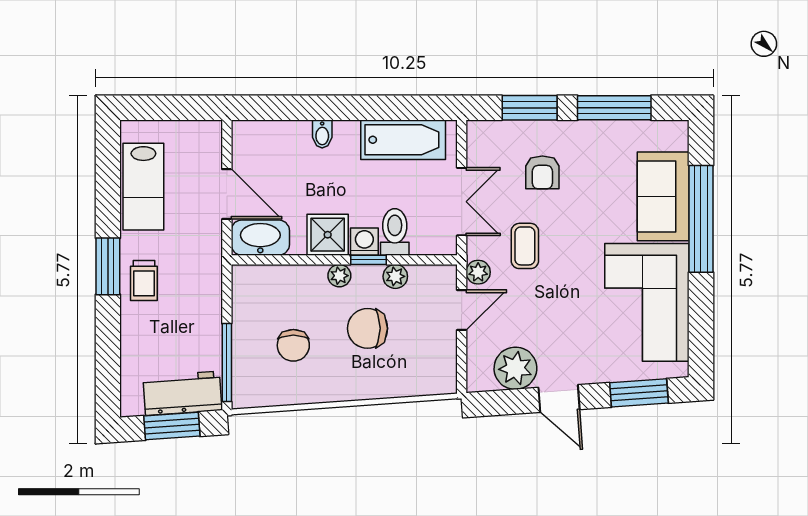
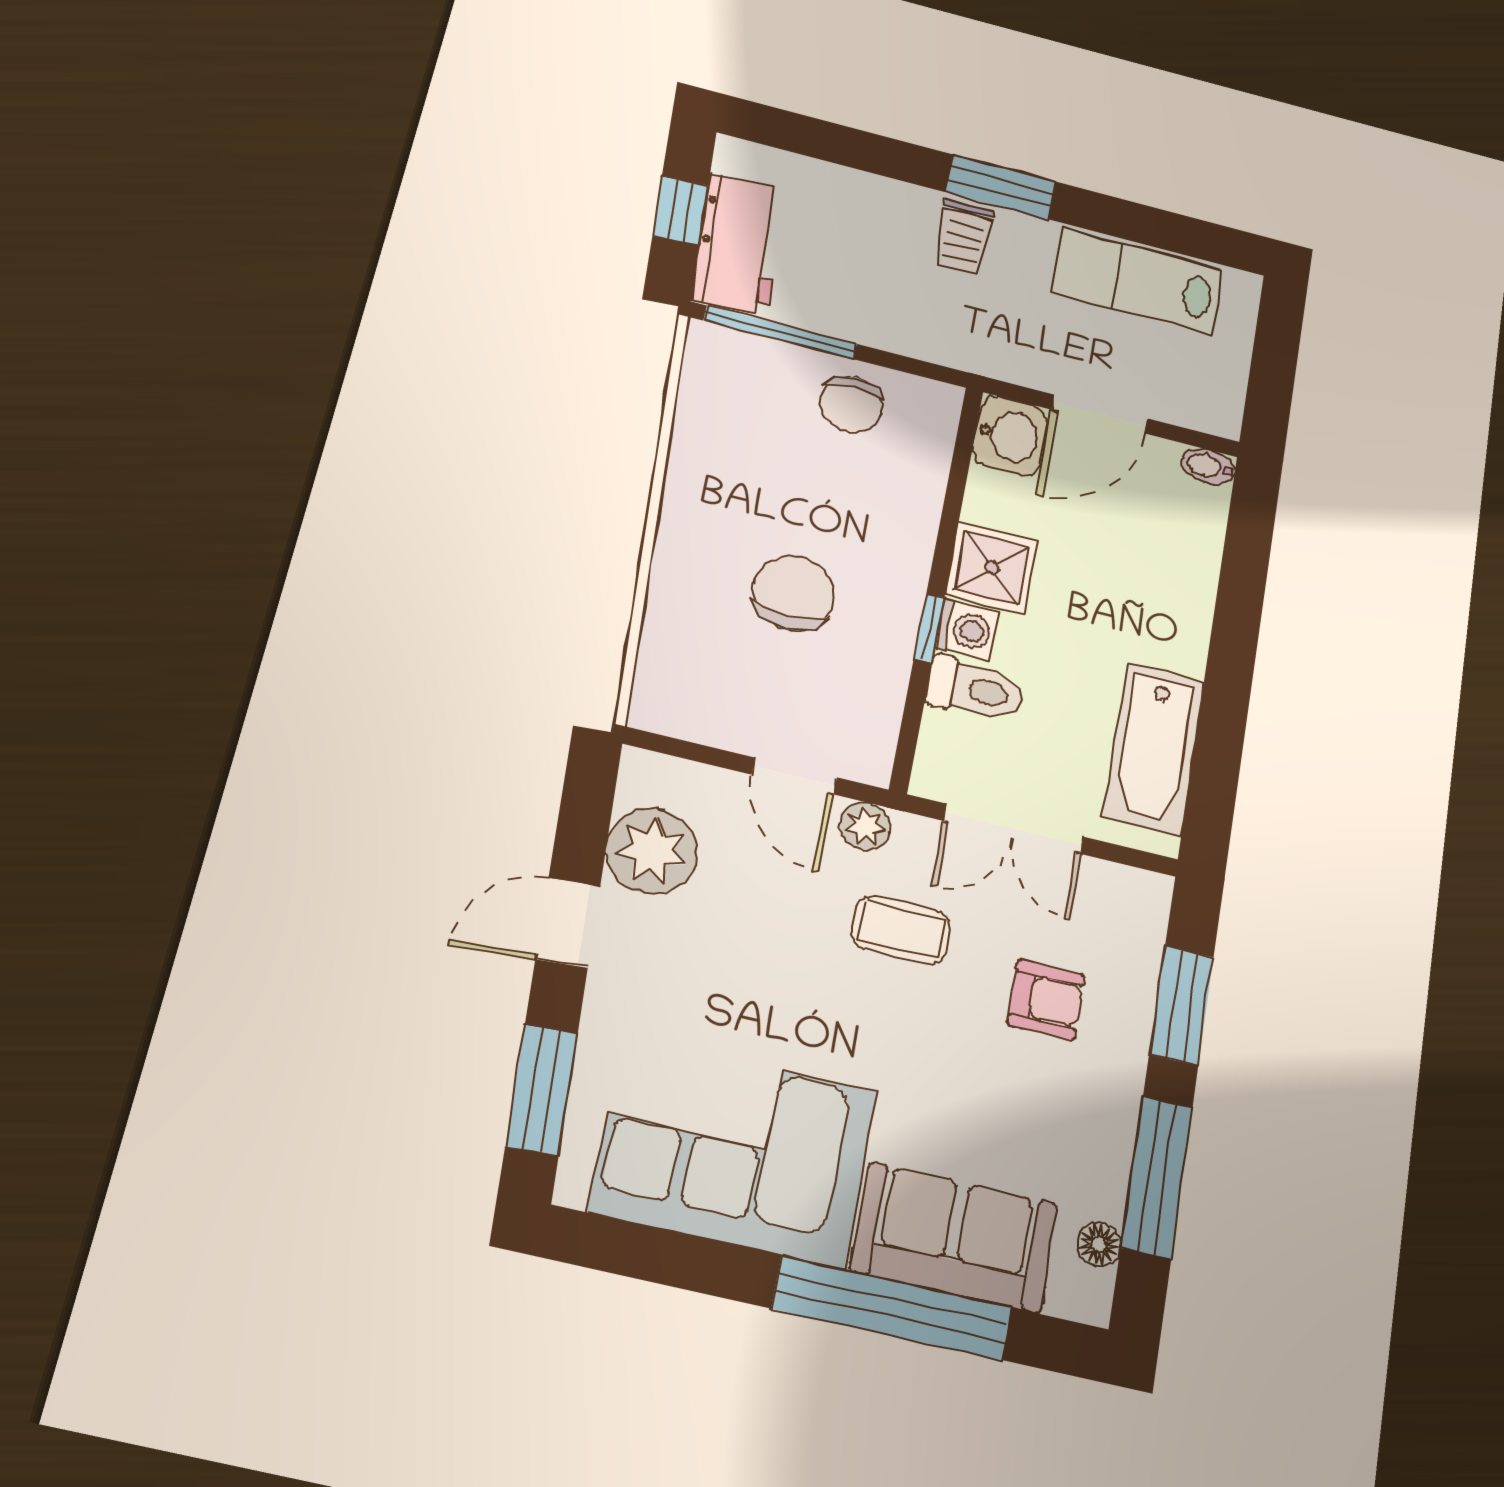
floor lamp: (651, 130) -> (1099, 1244), added
bidet: (322, 134) -> (1208, 467), moved
armchair: (542, 172) -> (1046, 1000), turned 180
washbasin: (260, 238) -> (1010, 436), width x0.72
plant: (339, 276) -> (908, 568), removed
plant: (395, 276) -> (887, 669), removed
trolley: (144, 281) -> (963, 237), turned -90
chair: (293, 345) -> (851, 404), moved, turned -90
window: (172, 426) -> (680, 211), width x0.67

